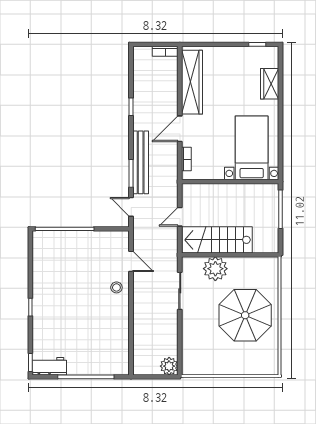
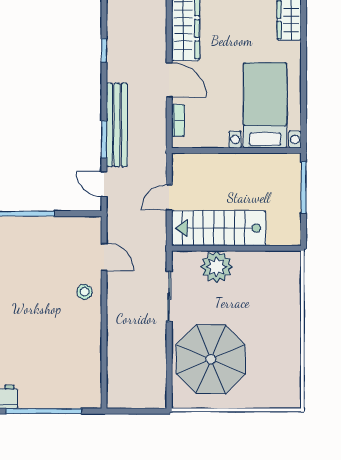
door: (180, 129) -> (169, 80), swing flipped
parasol: (245, 315) -> (211, 359), moved
plant: (169, 366) -> (155, 397), removed

